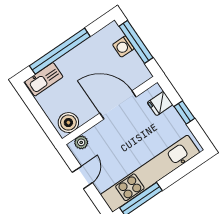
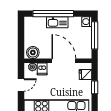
washing machine: (123, 47) -> (87, 22), moved
kitchen sink: (44, 79) -> (57, 22), moved
dishwasher: (96, 136) -> (42, 69), added

